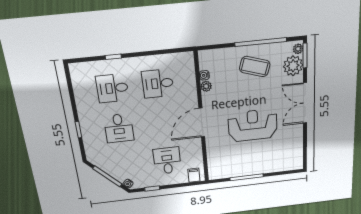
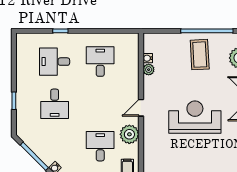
coffee table: (255, 67) -> (200, 55), turned 70
desk: (158, 83) -> (100, 62), turned 90
door: (202, 123) -> (141, 108), width x0.53
plant: (193, 147) -> (129, 134), added

